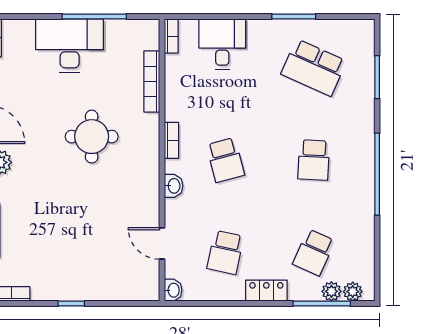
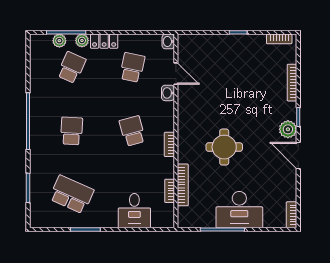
bookcase: (171, 36) -> (170, 191), moved
washbasin: (174, 186) -> (168, 93), moved
plant: (353, 292) -> (82, 41), moved

